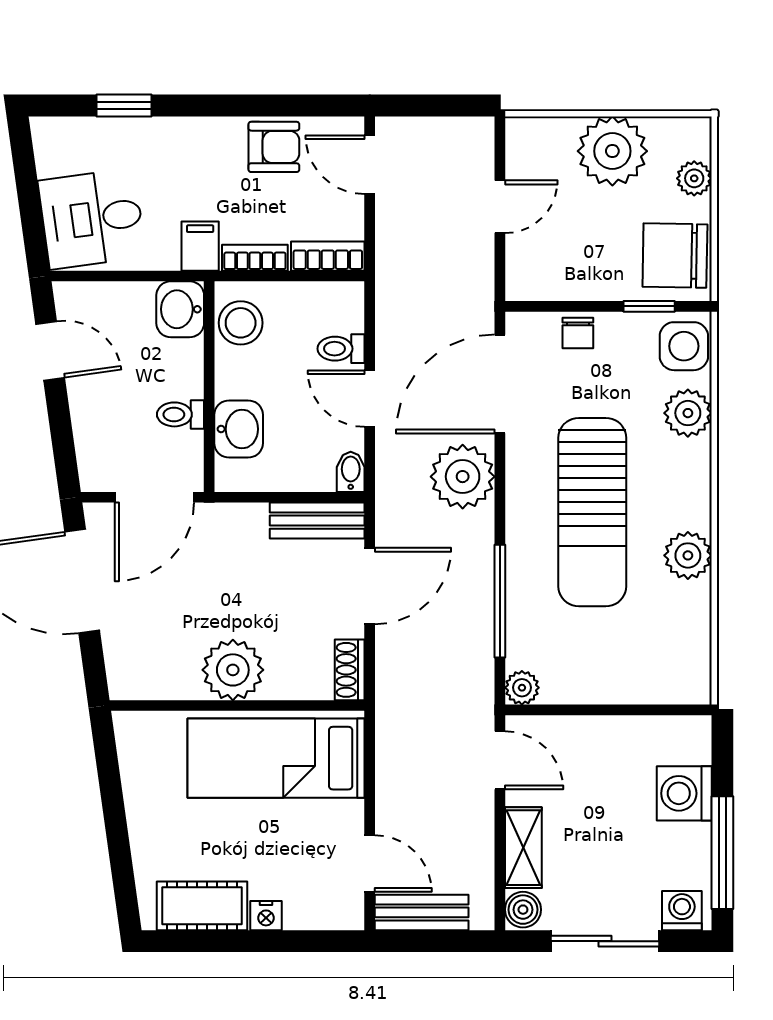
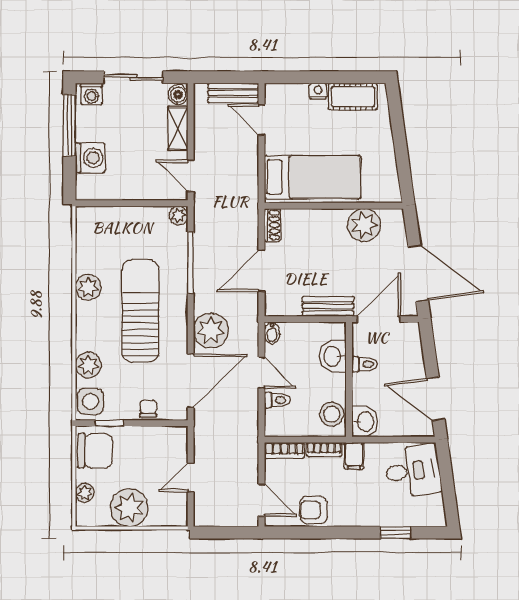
door: (50, 351) -> (436, 399), width x1.38
bench: (317, 521) -> (328, 306), moved
plant: (233, 670) -> (364, 225), moved

